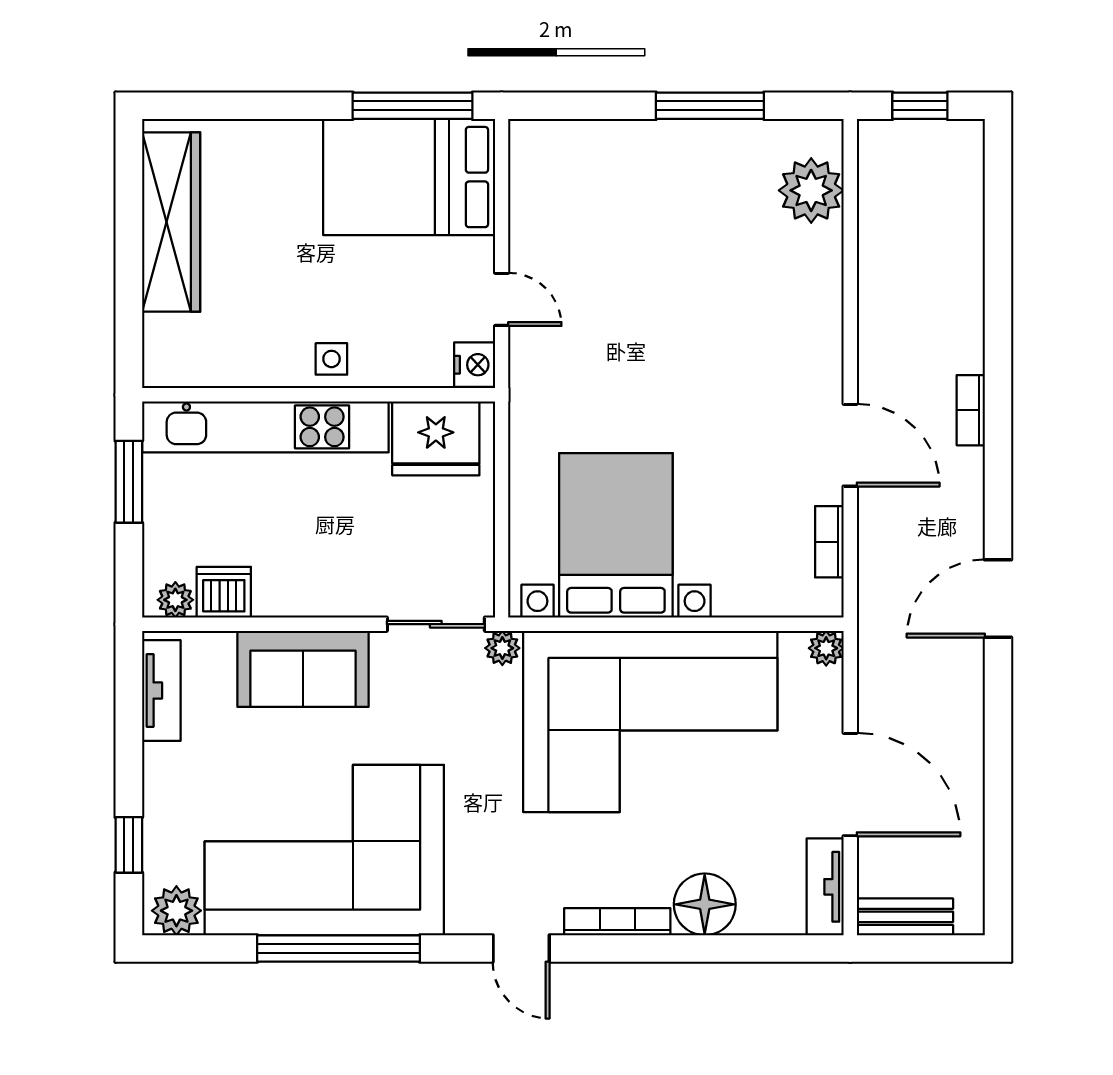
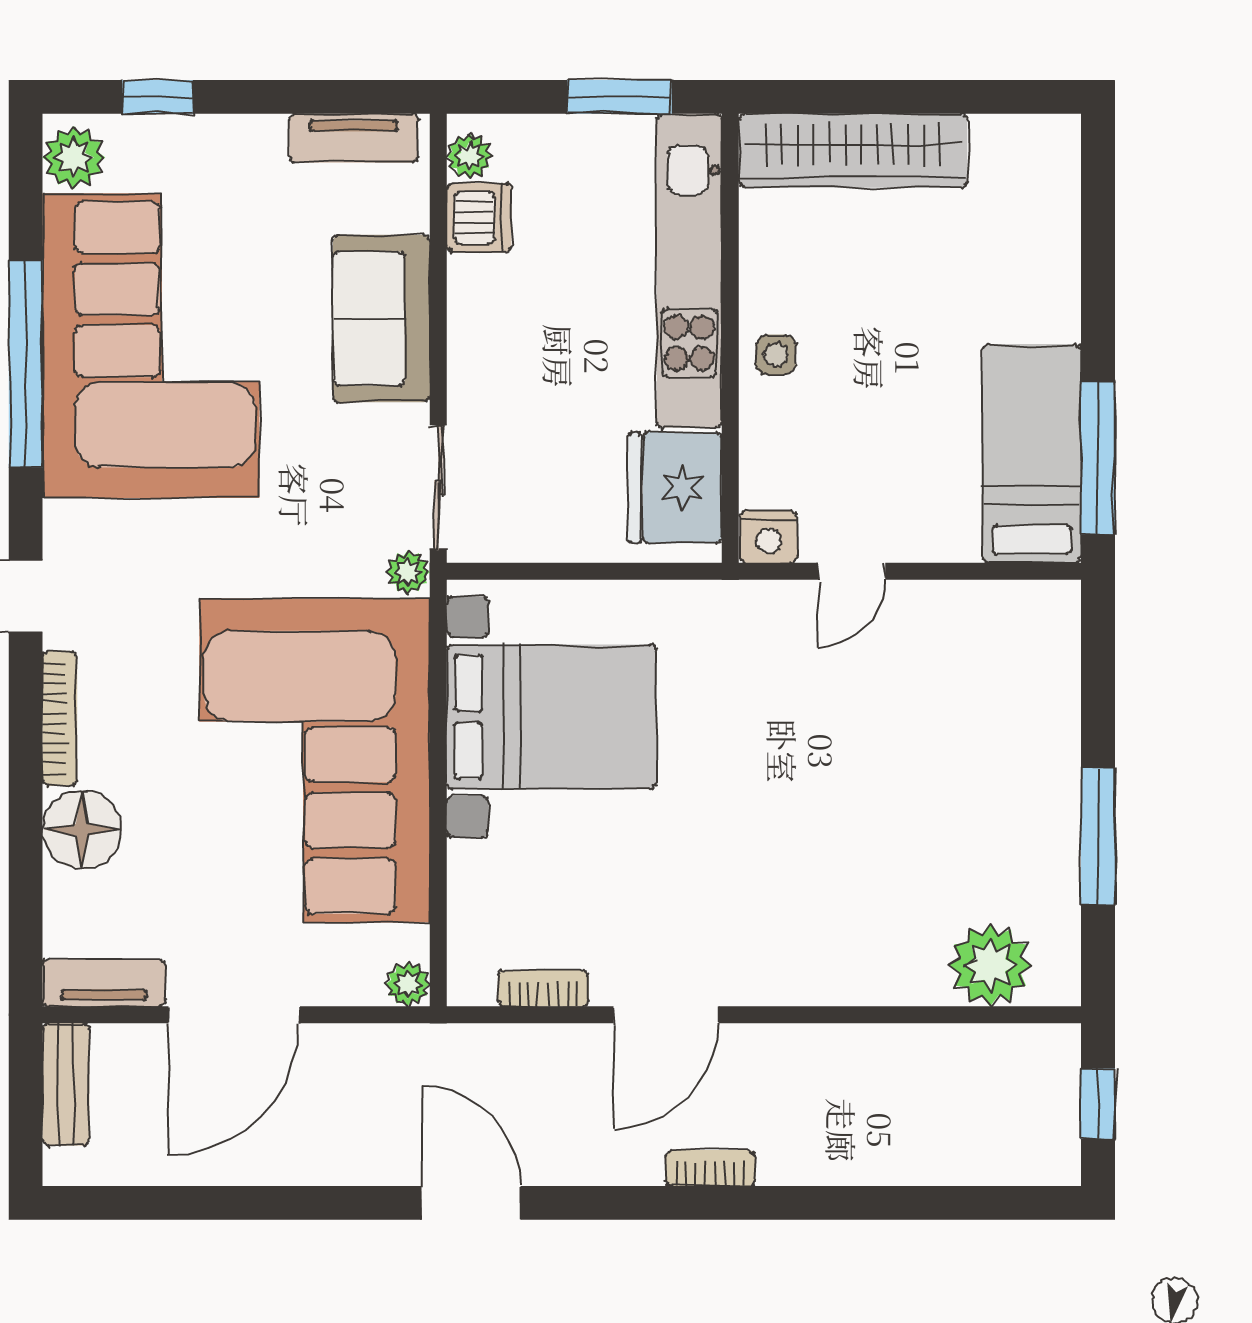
bed: (409, 177) -> (1032, 453), width x0.67
wardrobe: (171, 222) -> (853, 151), moved

